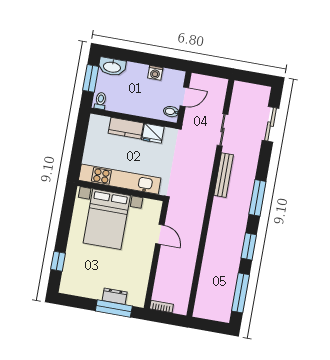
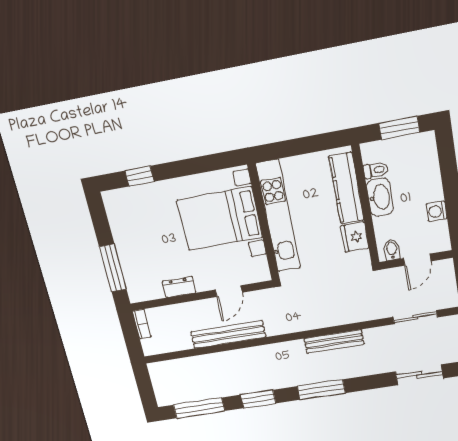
washbasin: (112, 67) -> (380, 197), moved, turned 180
door: (184, 97) -> (417, 260), hinge flipped
toilet: (100, 101) -> (376, 170), moved
kitchen counter: (126, 128) -> (346, 188), width x1.50
sliding door: (222, 130) -> (415, 317), moved
bench: (192, 248) -> (228, 334), added
dresser: (115, 296) -> (179, 287), moved, turned -90

